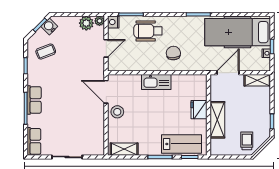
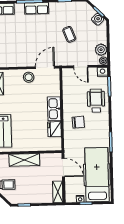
coffee table: (46, 52) -> (69, 34), moved
fridge: (199, 110) -> (54, 129), moved, turned -90

